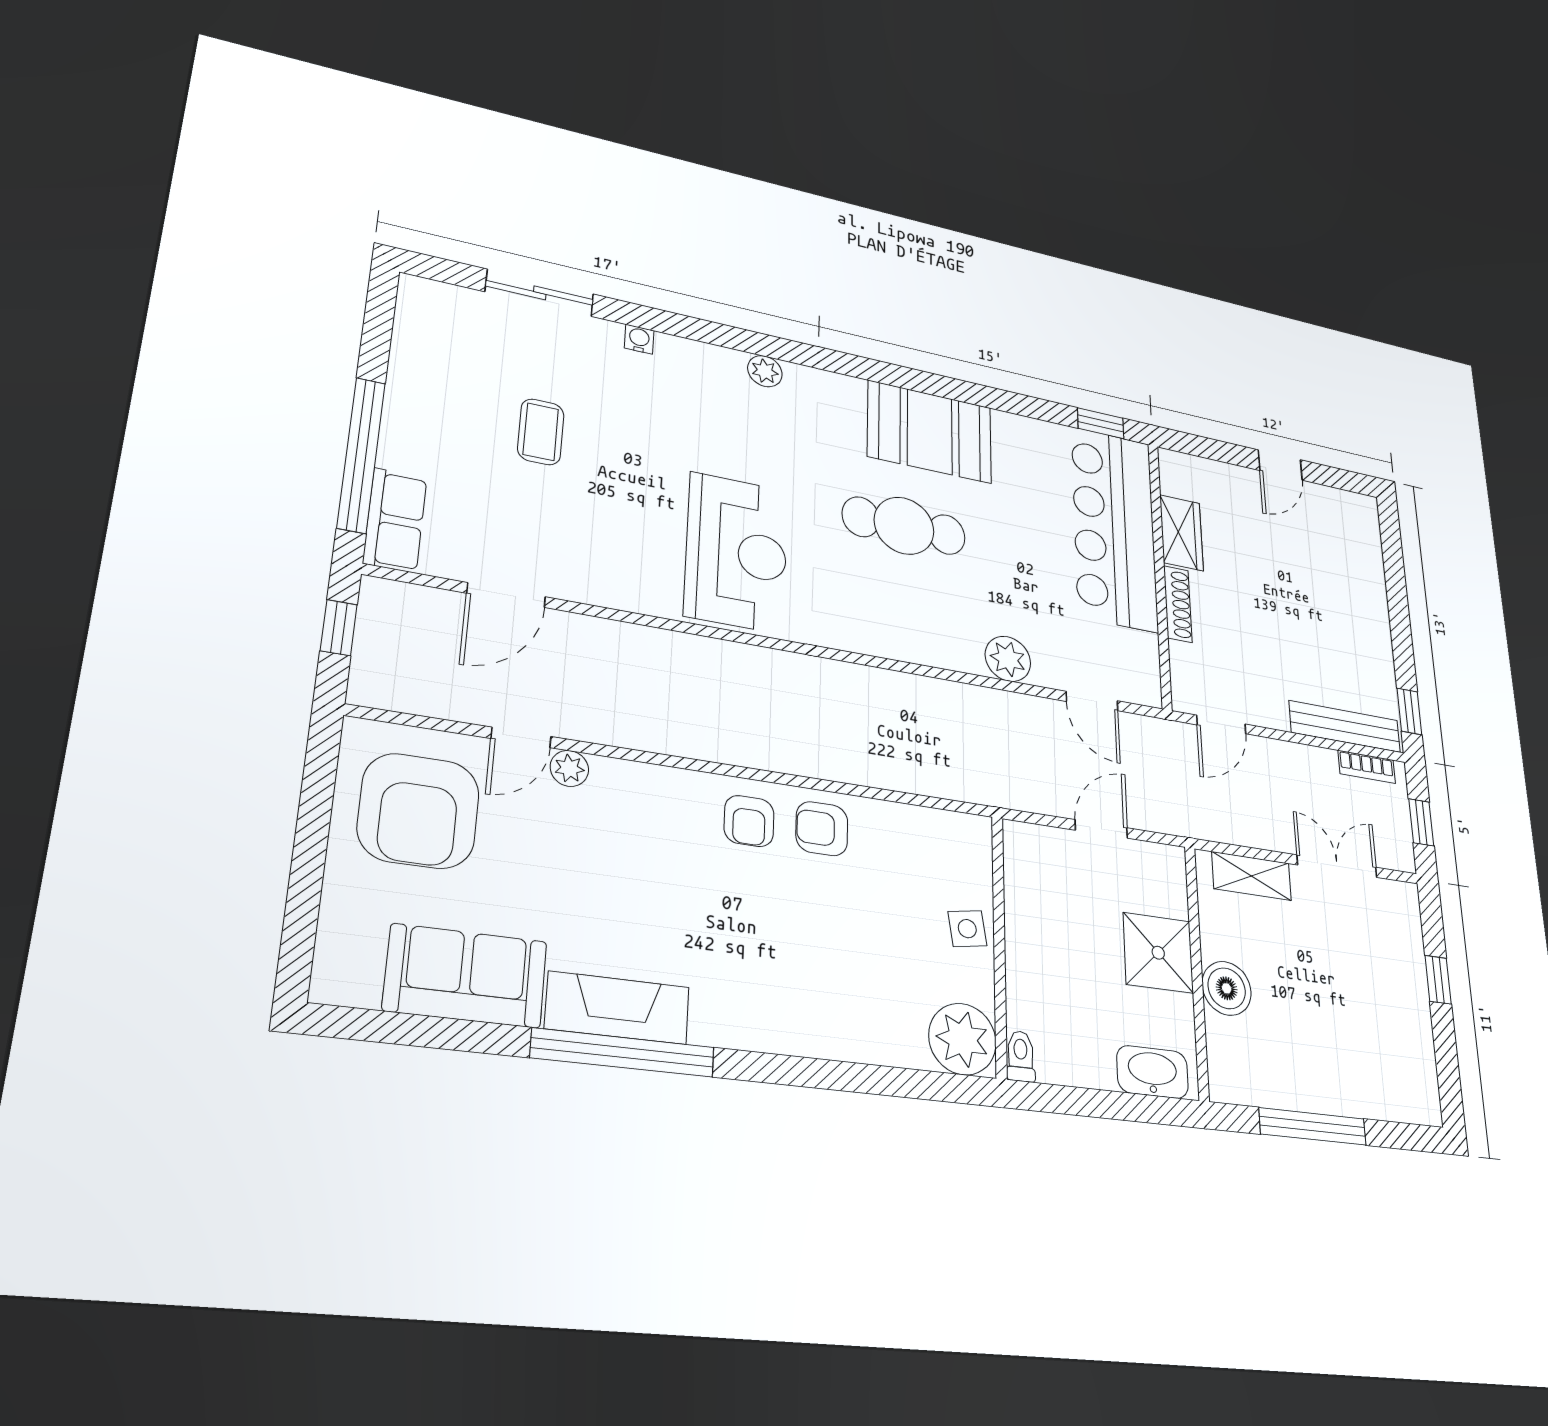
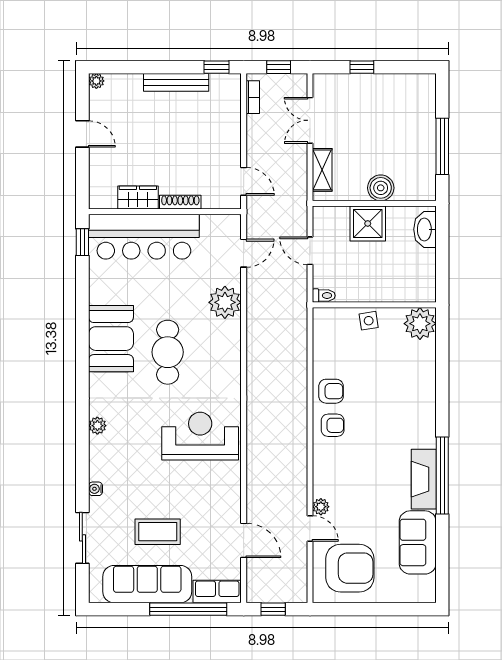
sofa: (428, 388) -> (147, 584), added
coffee table: (541, 432) -> (158, 532), width x1.36, depth x1.30
plant: (1366, 507) -> (96, 81), added
plant: (1008, 659) -> (225, 302), width x1.36, depth x1.36
bench: (1345, 726) -> (176, 82), moved, turned 90
armchair: (822, 829) -> (331, 391), turned -90
toilet: (1021, 1056) -> (324, 296), moved, turned 180

